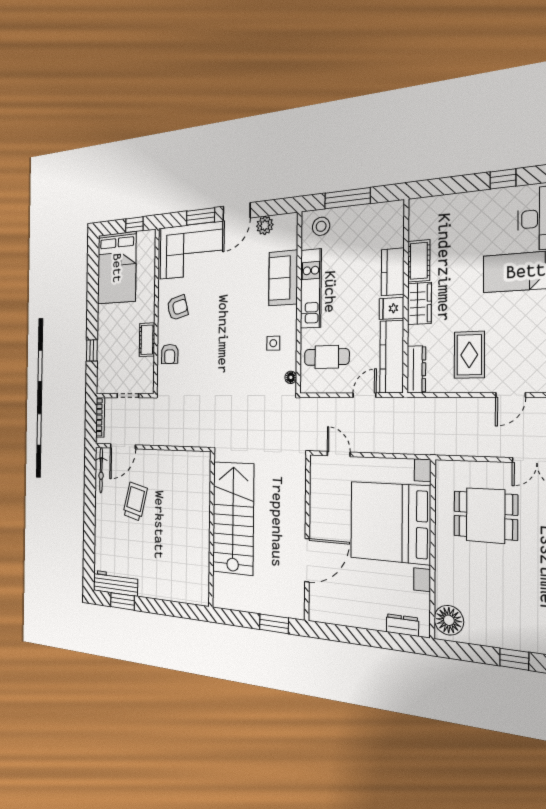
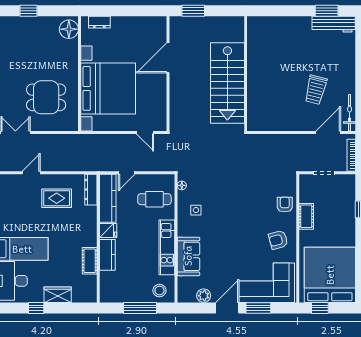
bed: (117, 268) -> (330, 275), width x1.36
wardrobe: (419, 303) -> (58, 295), moved, turned 90
rug: (469, 355) -> (57, 198), turned 90

